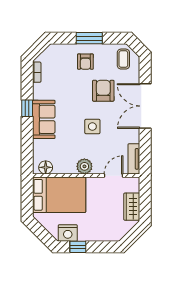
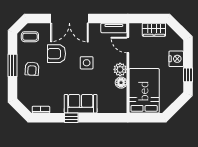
armchair: (85, 62) -> (32, 69), turned 93
floor lamp: (46, 167) -> (121, 83), moved
nightstand: (68, 233) -> (176, 59), moved

